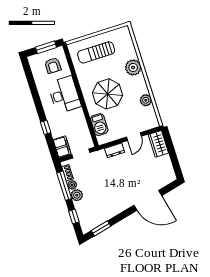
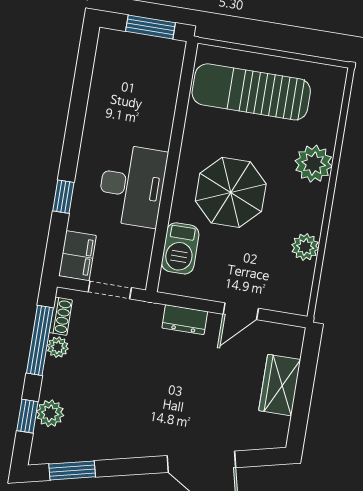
sun lounger: (96, 52) -> (251, 92), width x1.36, depth x1.34
armchair: (53, 65) -> (145, 73), removed
desk: (64, 95) -> (132, 186), moved
wardrobe: (158, 144) -> (280, 385), moved
plant: (77, 195) -> (50, 413), moved

